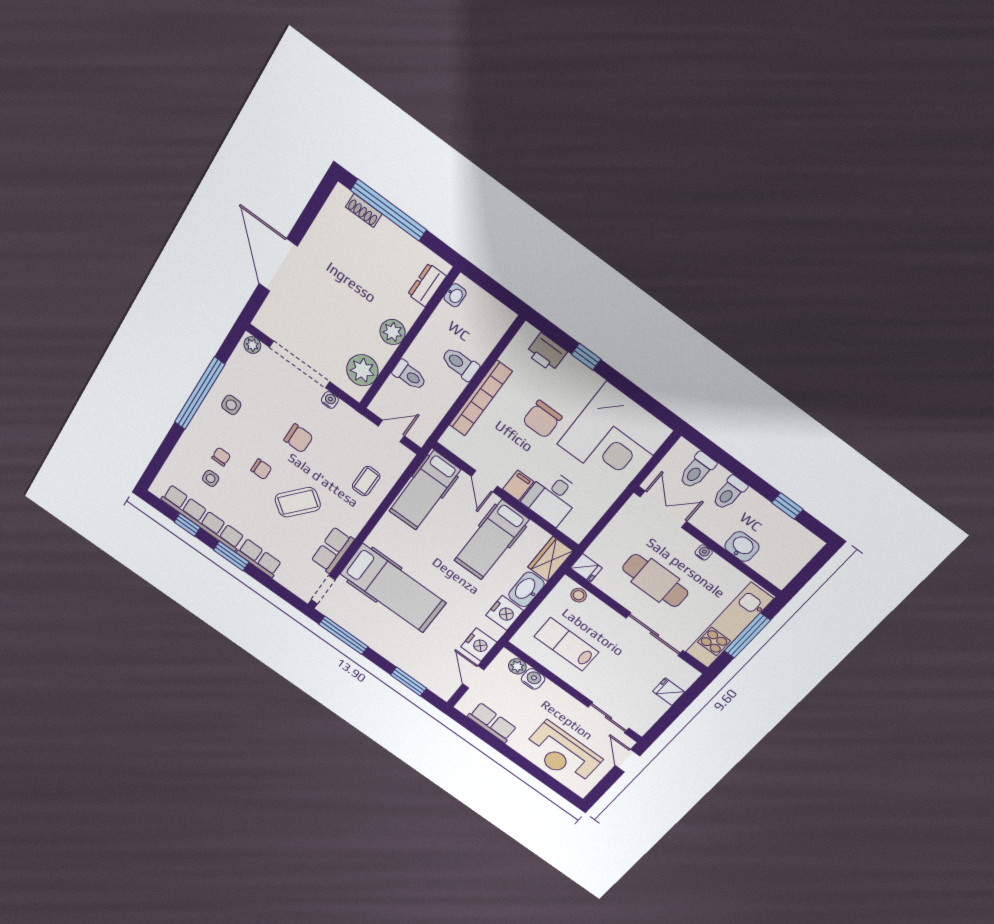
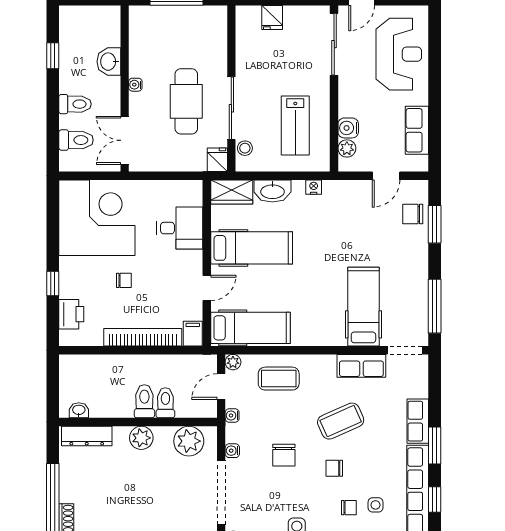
dresser: (427, 285) -> (87, 436), width x1.44
toilet: (460, 364) -> (144, 401), moved, turned 180
chair: (542, 419) -> (124, 280), width x0.54, depth x0.54
water cooler: (360, 422) -> (232, 415), added
door: (391, 431) -> (221, 387), hinge flipped
chair: (298, 438) -> (284, 455), turned 180
plant: (406, 456) -> (233, 362), added
chair: (221, 457) -> (349, 508), turned 180
chair: (261, 469) -> (334, 468), turned -90
coffee table: (366, 481) -> (279, 379), width x1.36, depth x1.30
filing cabinet: (518, 485) -> (193, 334), moved, turned 90
coffee table: (298, 502) -> (341, 421), turned -63
hospital bed: (393, 588) -> (363, 307), width x0.73, depth x0.78
nightstand: (505, 613) -> (314, 187), width x0.53, depth x0.56
kitchen unit: (729, 626) -> (179, 19), removed
sliding door: (654, 634) -> (231, 108), moved
nightstand: (479, 645) -> (352, 193), removed
chair: (428, 673) -> (413, 214), added
sliding door: (609, 718) -> (334, 44), width x1.37

